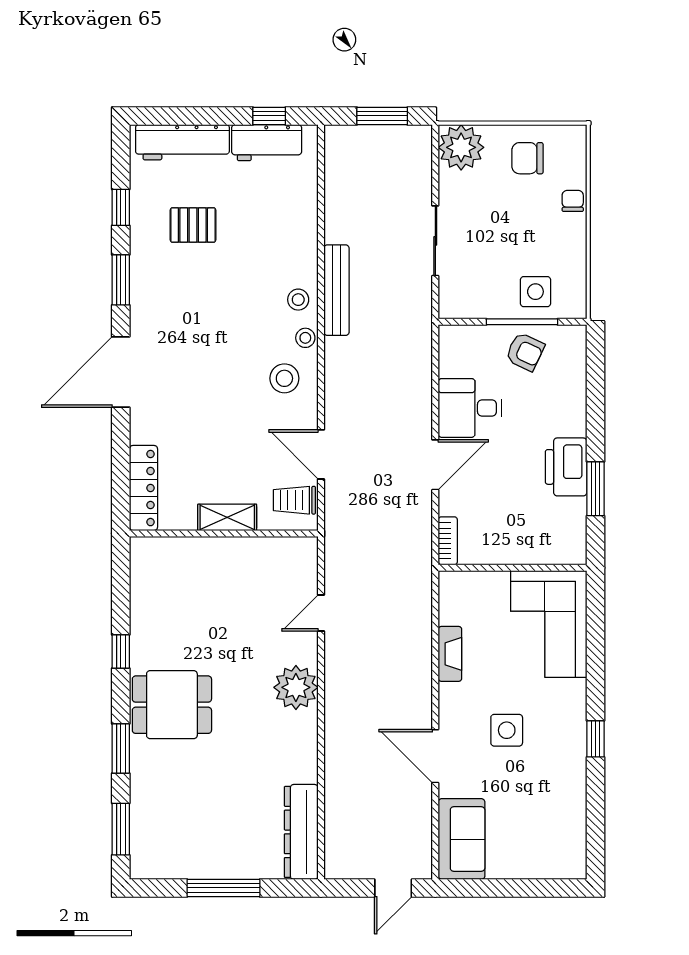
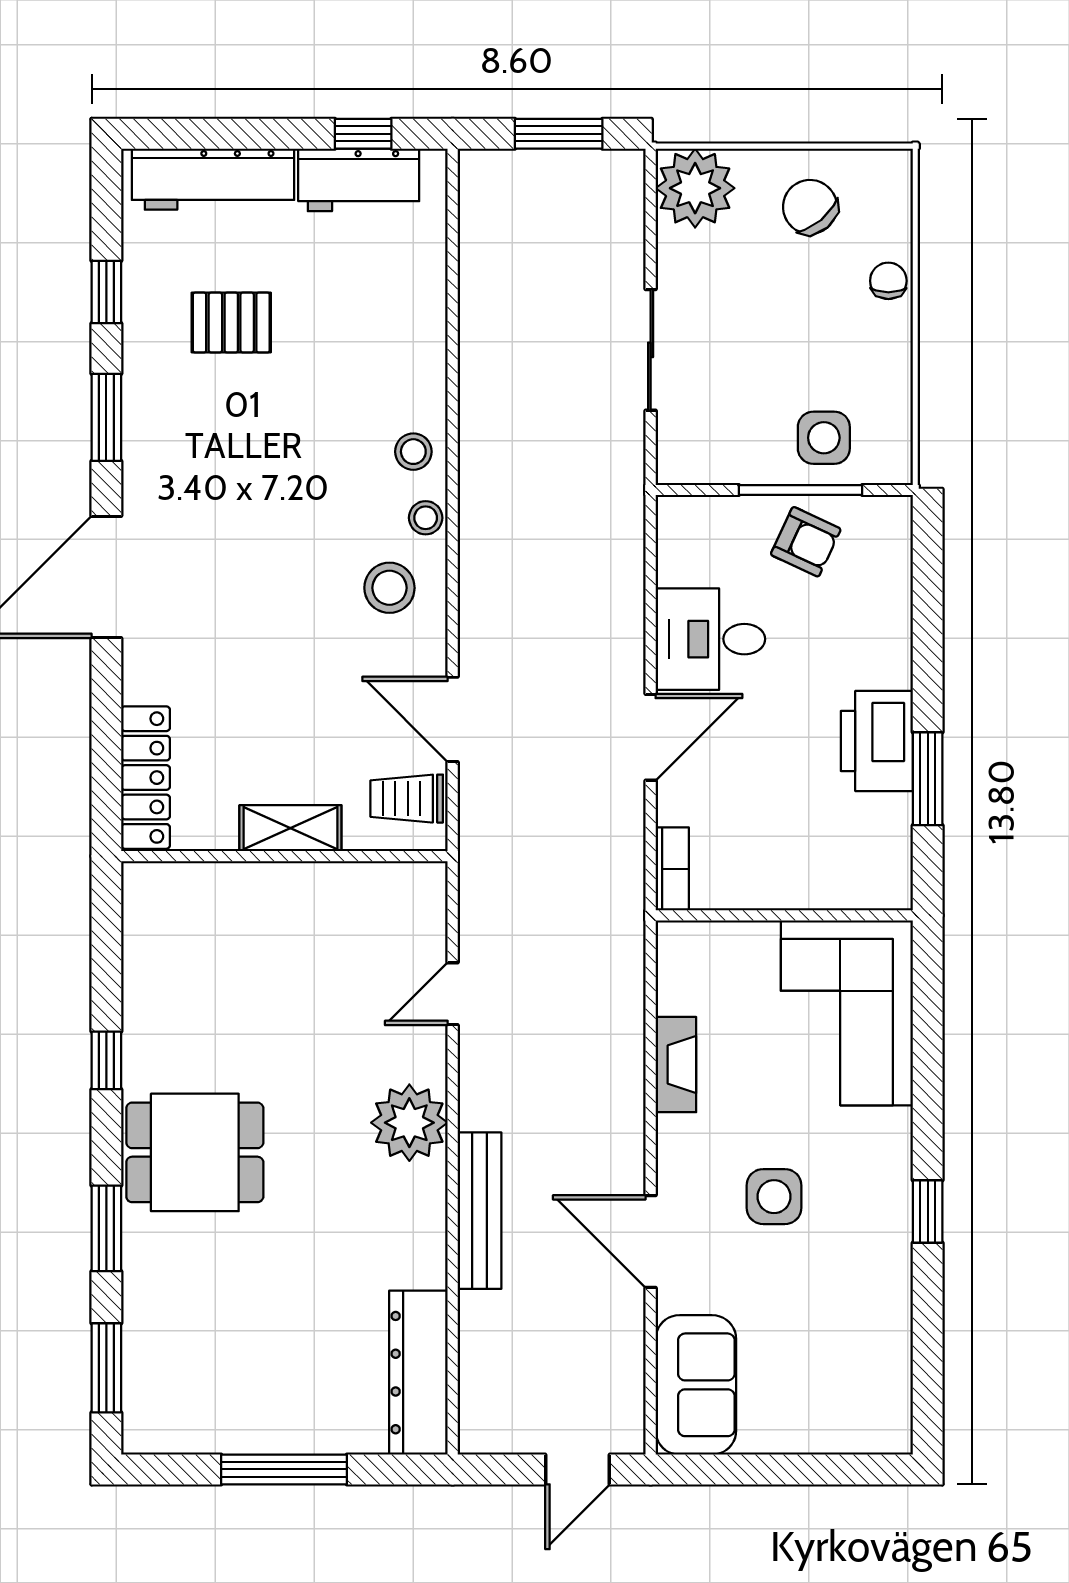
chair: (527, 158) -> (810, 207), turned 50
bench: (336, 290) -> (480, 1211), moved

